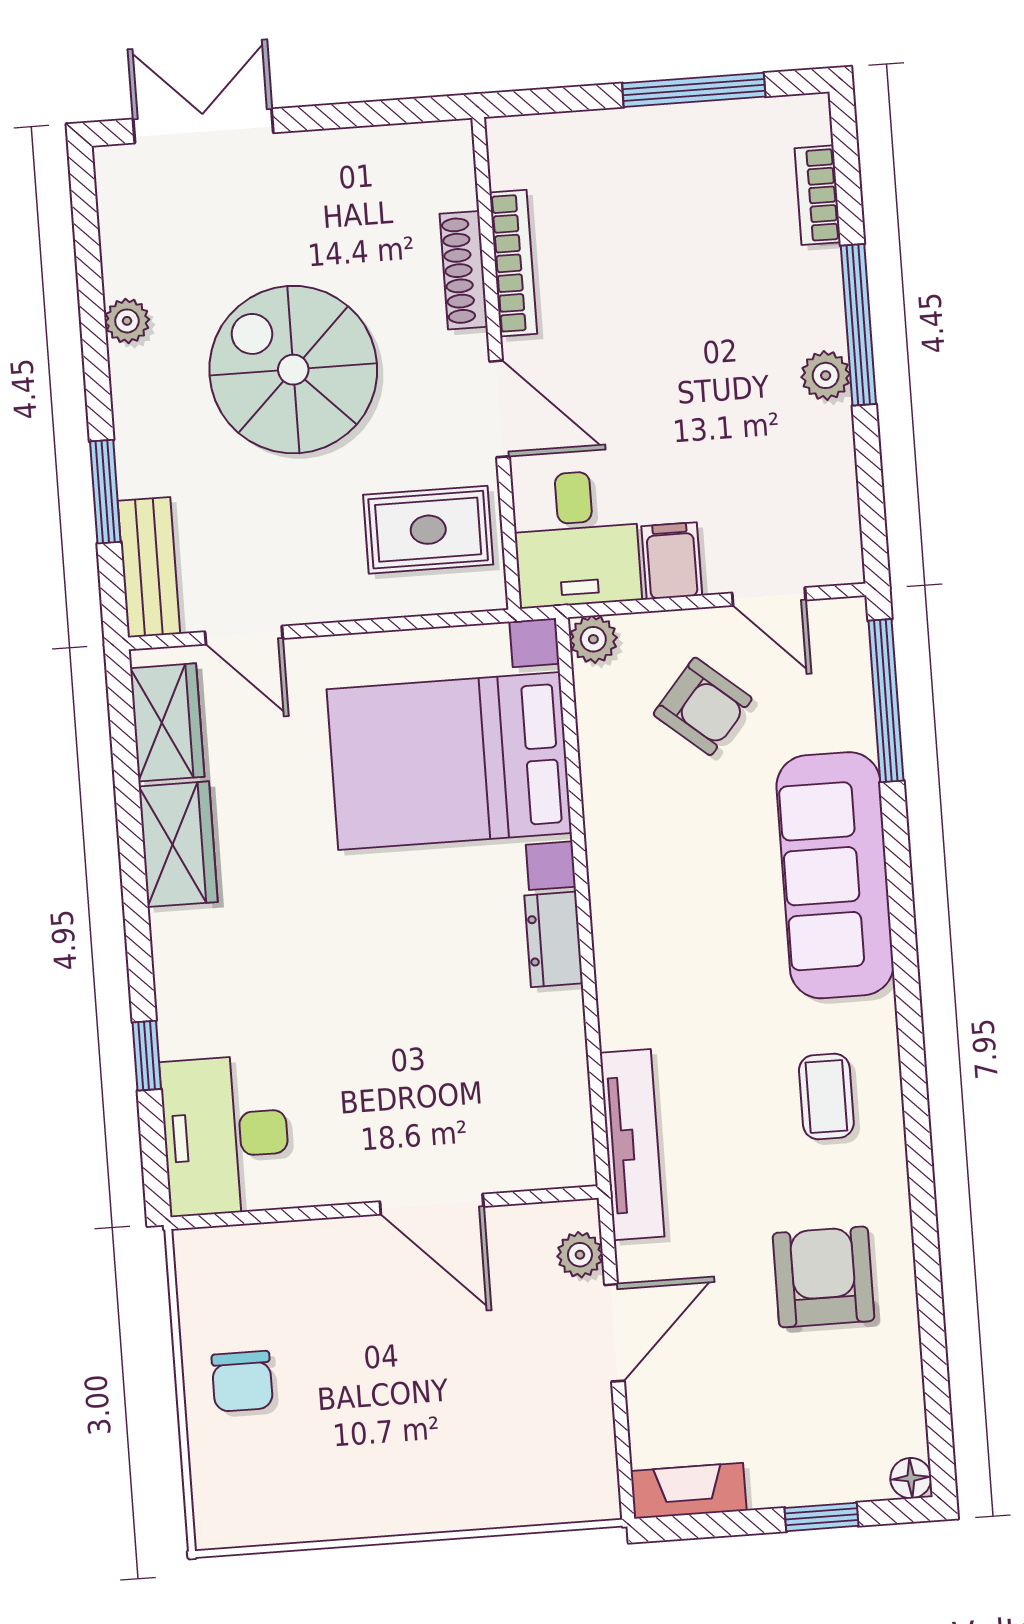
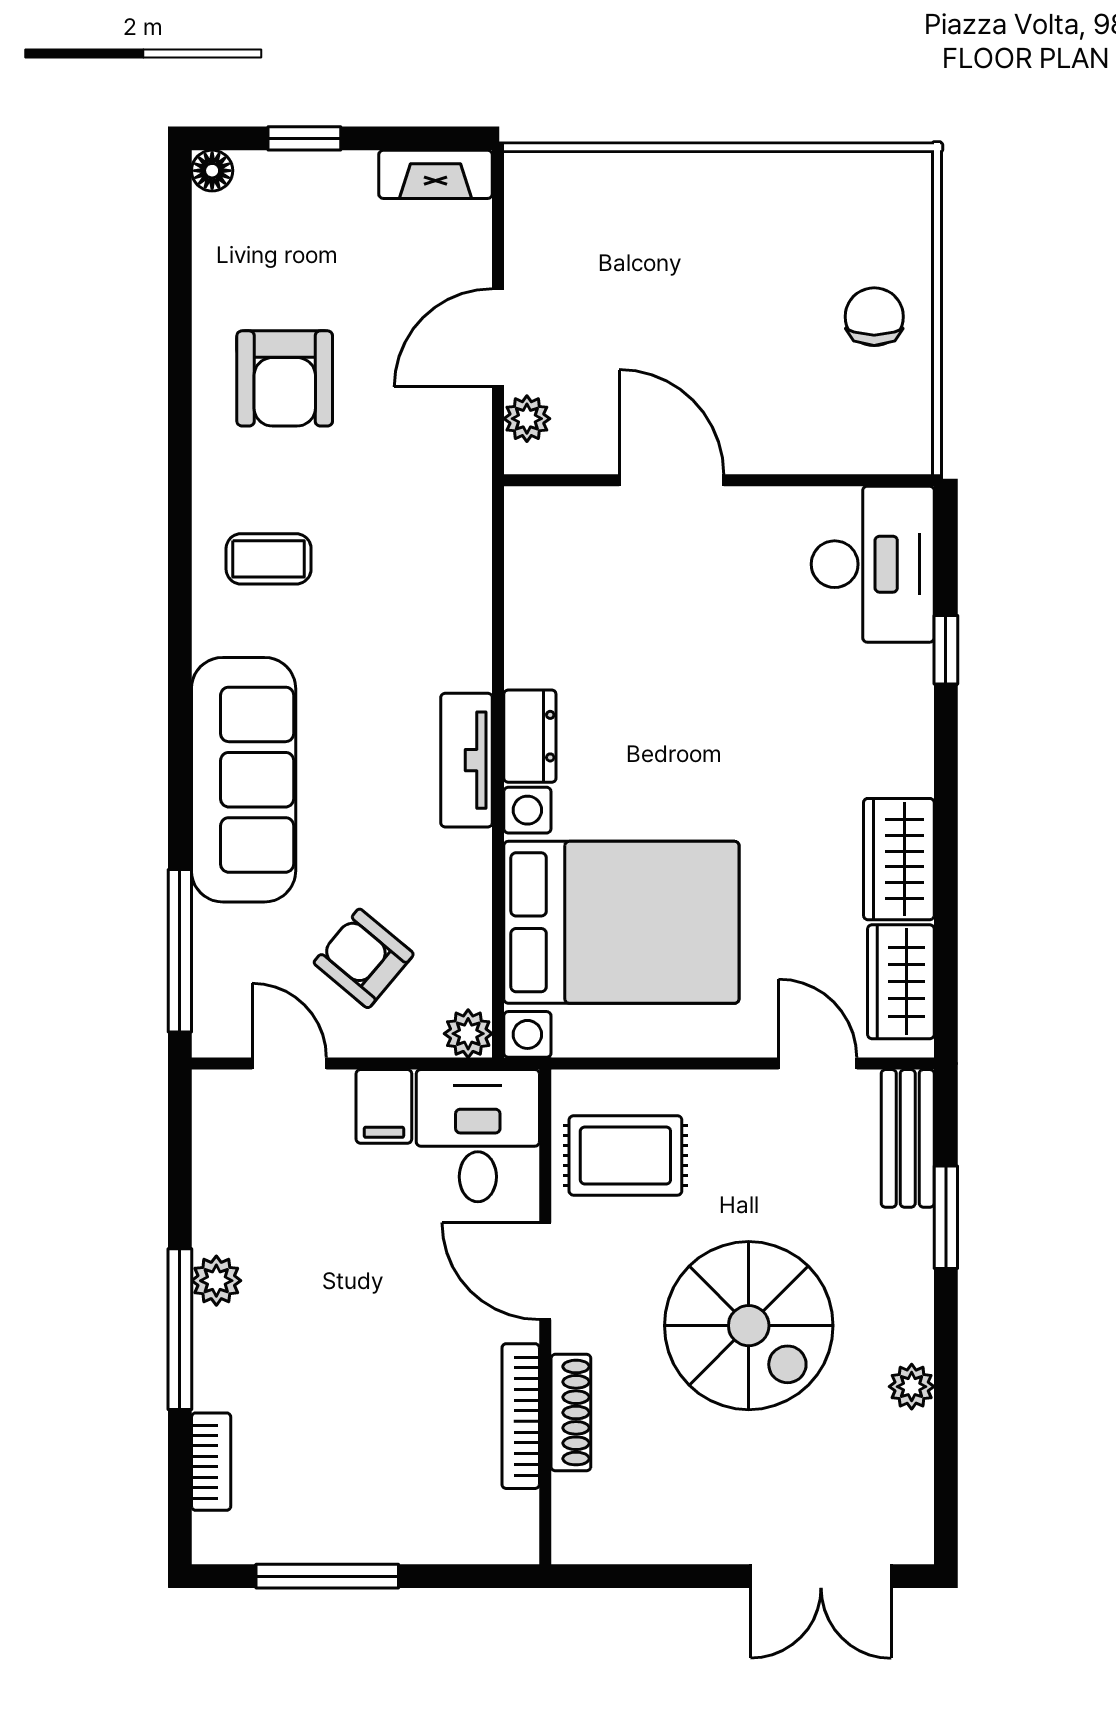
coffee table: (826, 1096) -> (269, 559), turned 90
tv unit: (632, 1145) -> (467, 760), moved, width x0.71

